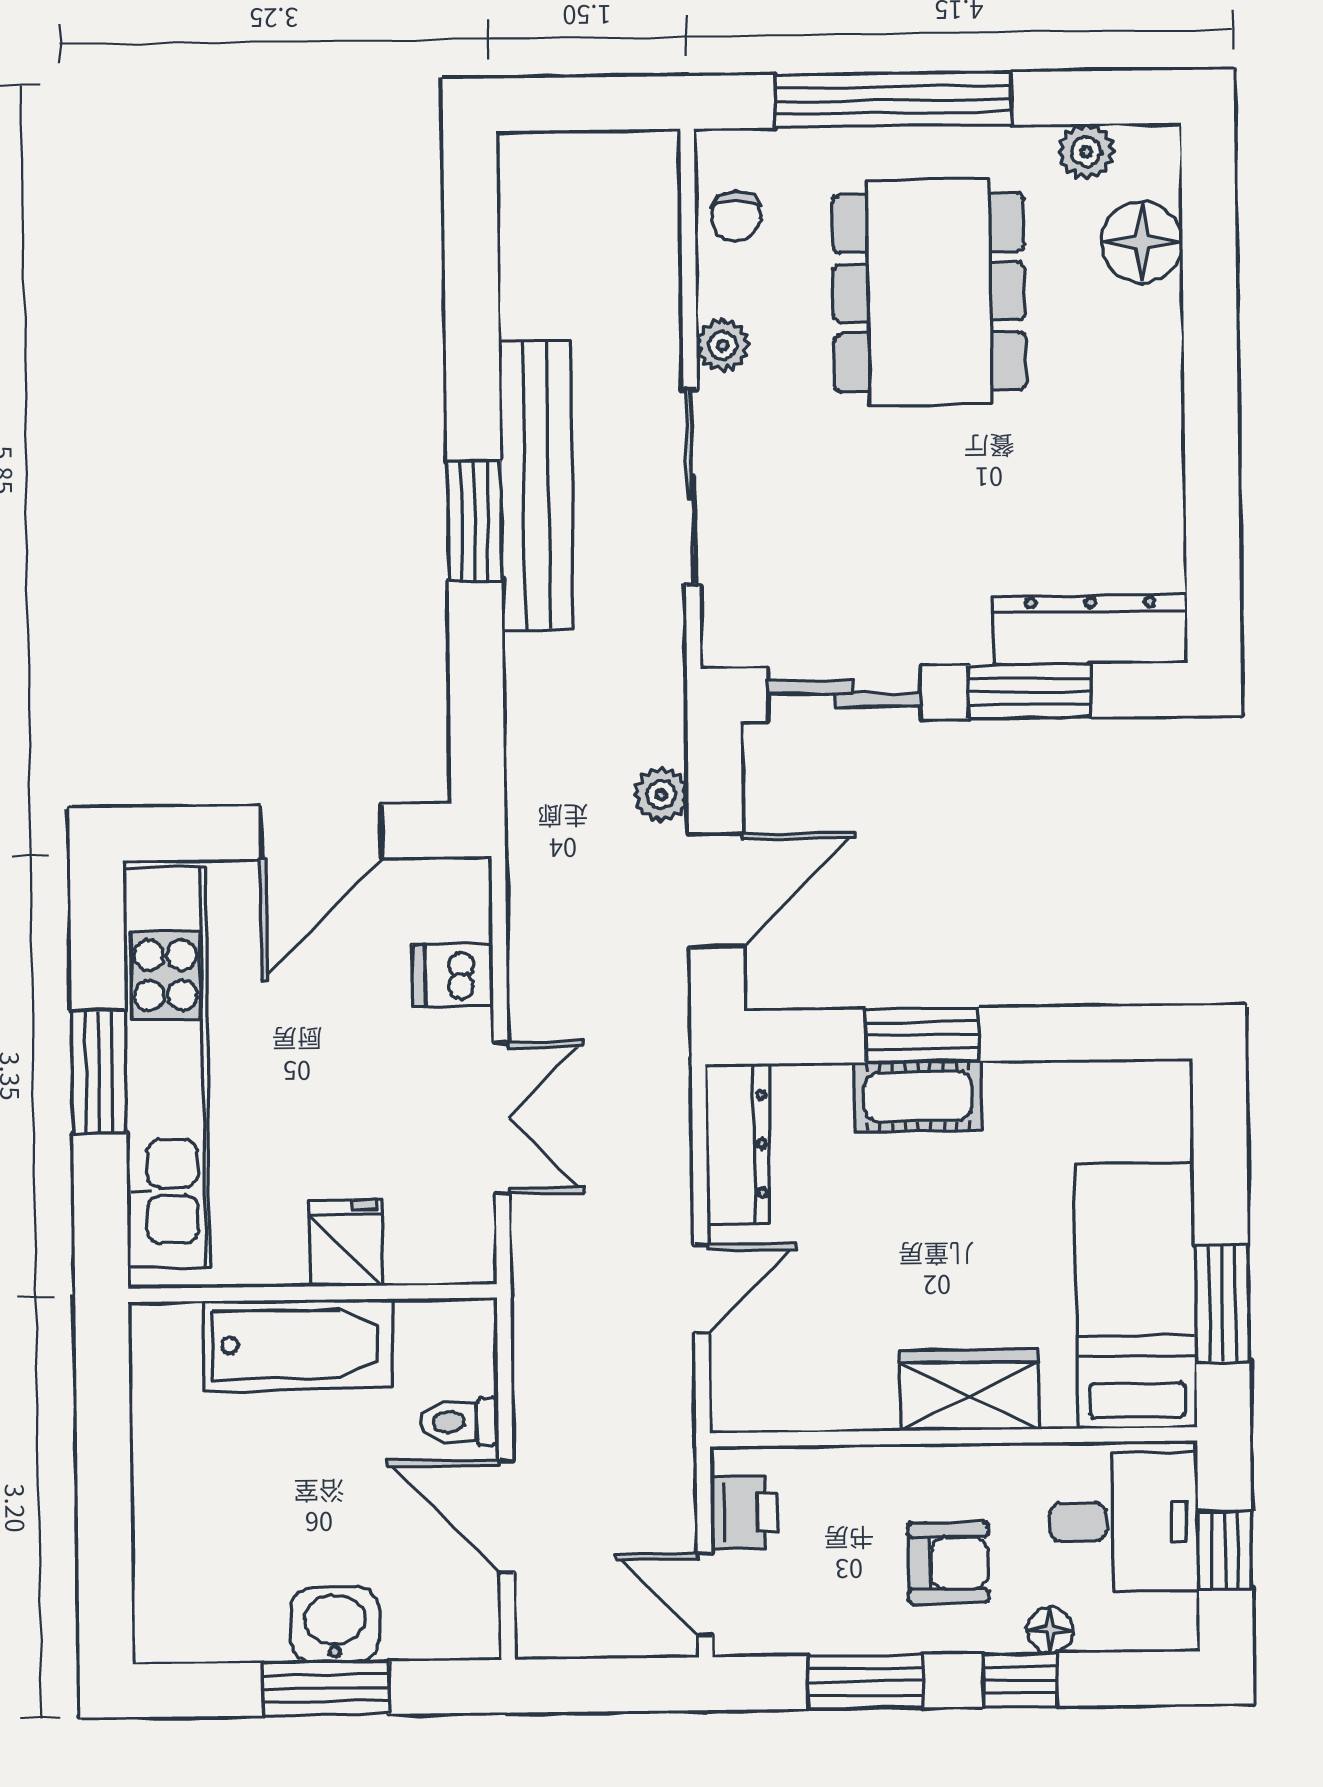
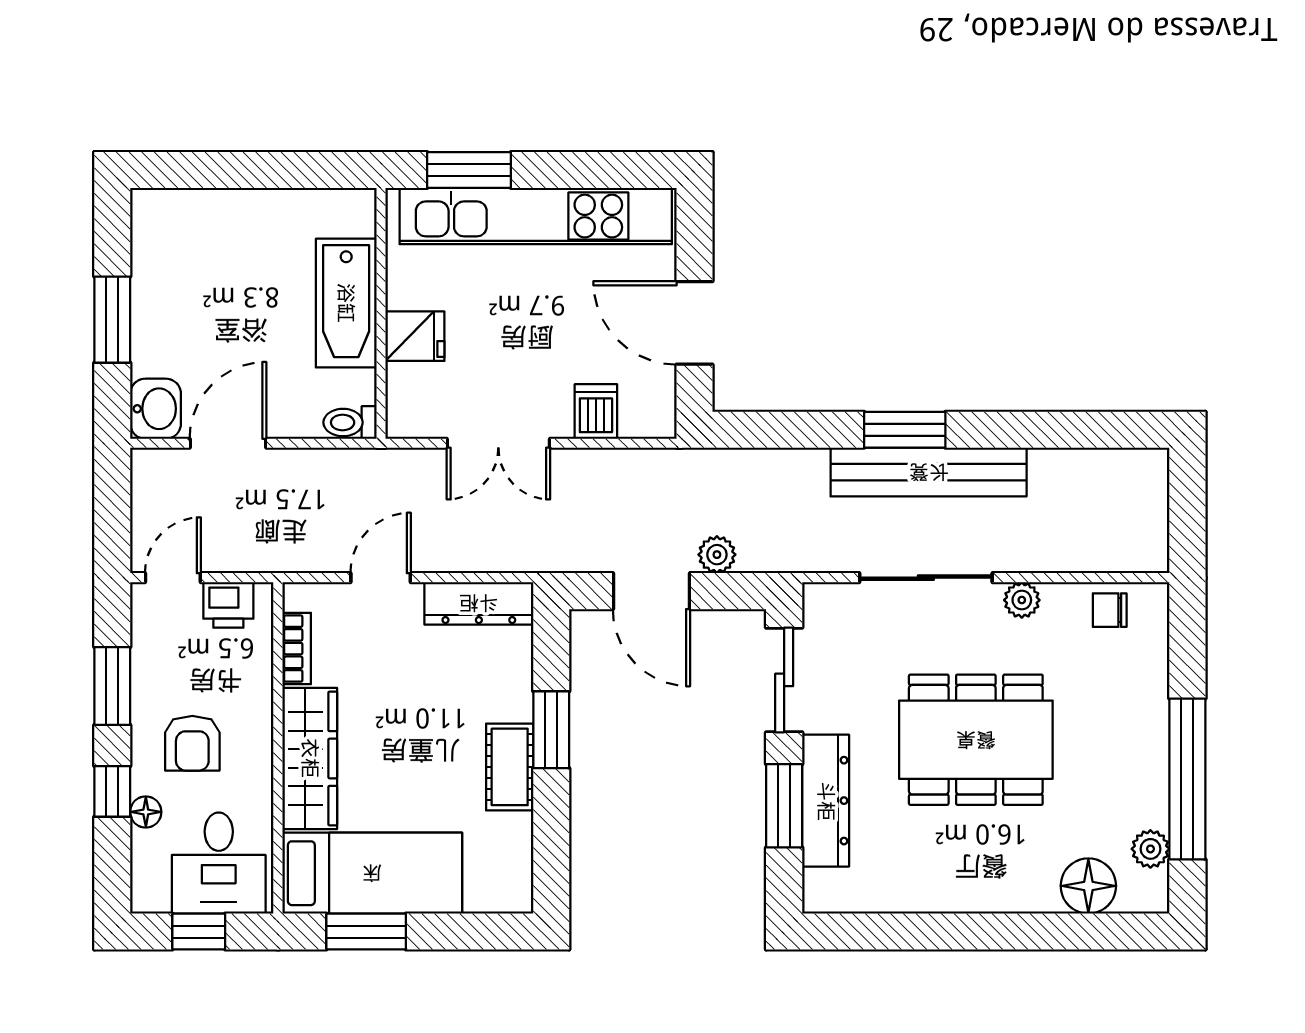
window: (893, 100) -> (1187, 779), moved
dining table: (929, 292) -> (976, 740), moved
dresser: (1090, 630) -> (826, 801), moved
window: (99, 1072) -> (469, 170), moved
cot: (918, 1096) -> (510, 767), moved
door: (701, 1289) -> (381, 578), swing flipped
wardrobe: (969, 1390) -> (310, 758), width x1.50
bookcase: (807, 1411) -> (297, 649), added
toilet: (460, 1422) -> (350, 422), moved, turned -90
washbasin: (335, 1625) -> (156, 409), moved

